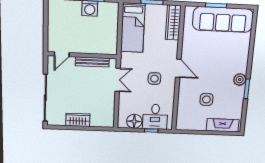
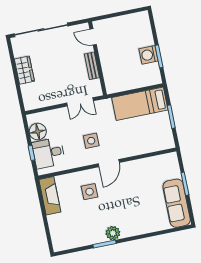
sofa: (223, 20) -> (177, 203), width x0.74, depth x0.79
wardrobe: (173, 23) -> (156, 144), removed
bench: (92, 62) -> (92, 66), width x0.73
side table: (206, 99) -> (90, 192), moved
fireplace: (223, 125) -> (50, 196), moved

